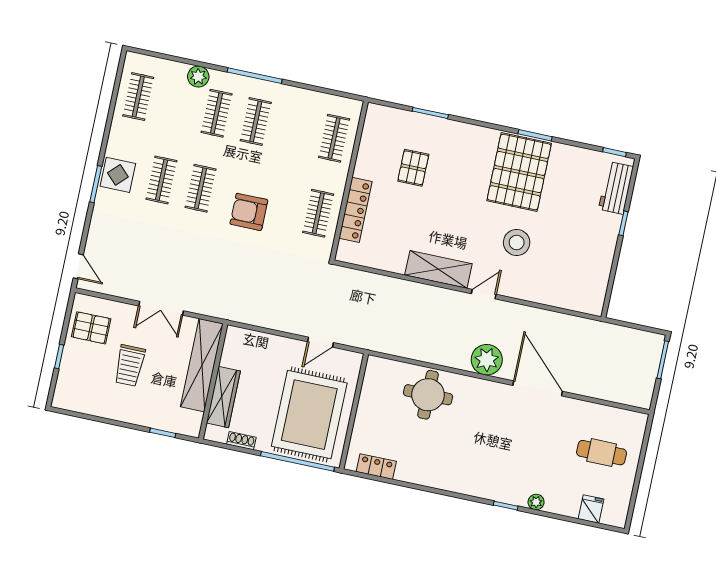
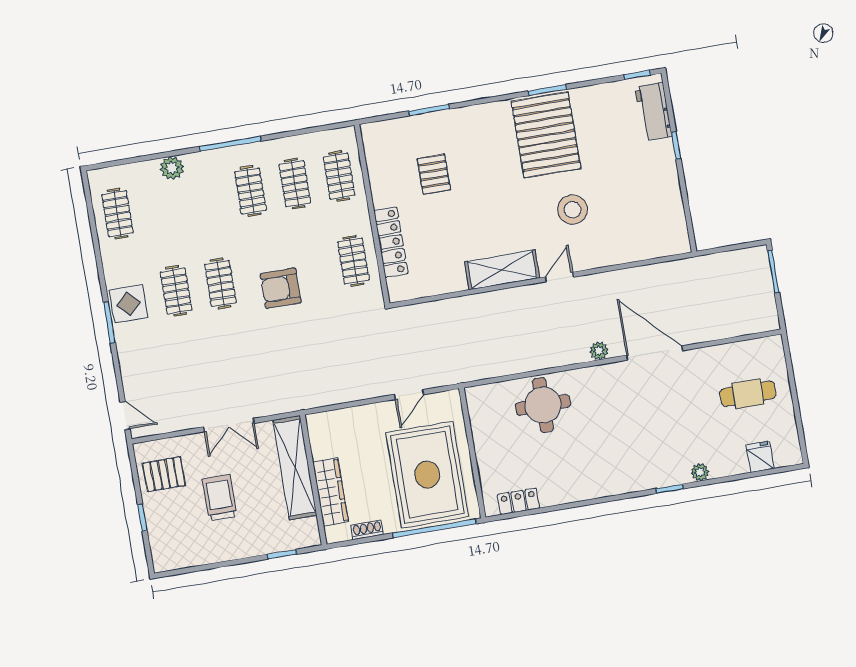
clothes rail: (217, 113) -> (295, 184), moved
plant: (487, 360) -> (599, 351), width x0.53, depth x0.53
trolley: (130, 365) -> (220, 498), turned 180

